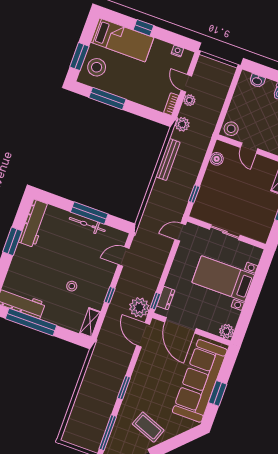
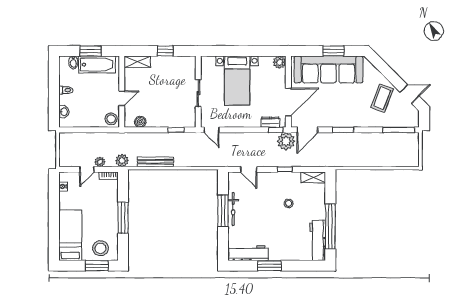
window: (143, 28) -> (54, 221), removed
window: (107, 98) -> (123, 218), moved
window: (124, 388) -> (343, 130), moved

